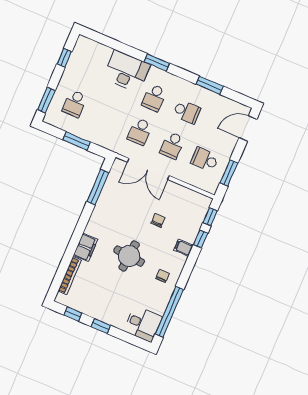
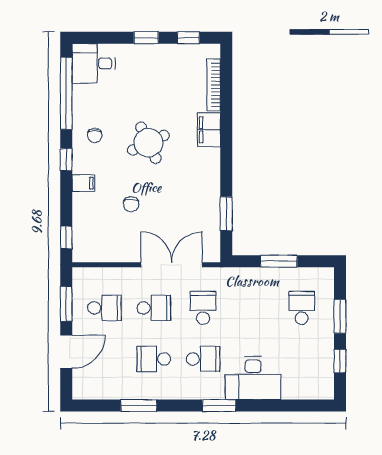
school desk: (154, 98) -> (203, 359), turned 90
window: (46, 100) -> (340, 316), moved
door: (248, 128) -> (66, 352), moved
school desk: (172, 145) -> (154, 308), turned 90
window: (98, 187) -> (226, 214), width x0.69
window: (201, 239) -> (66, 160), moved
round table: (129, 256) -> (148, 143), turned -30

